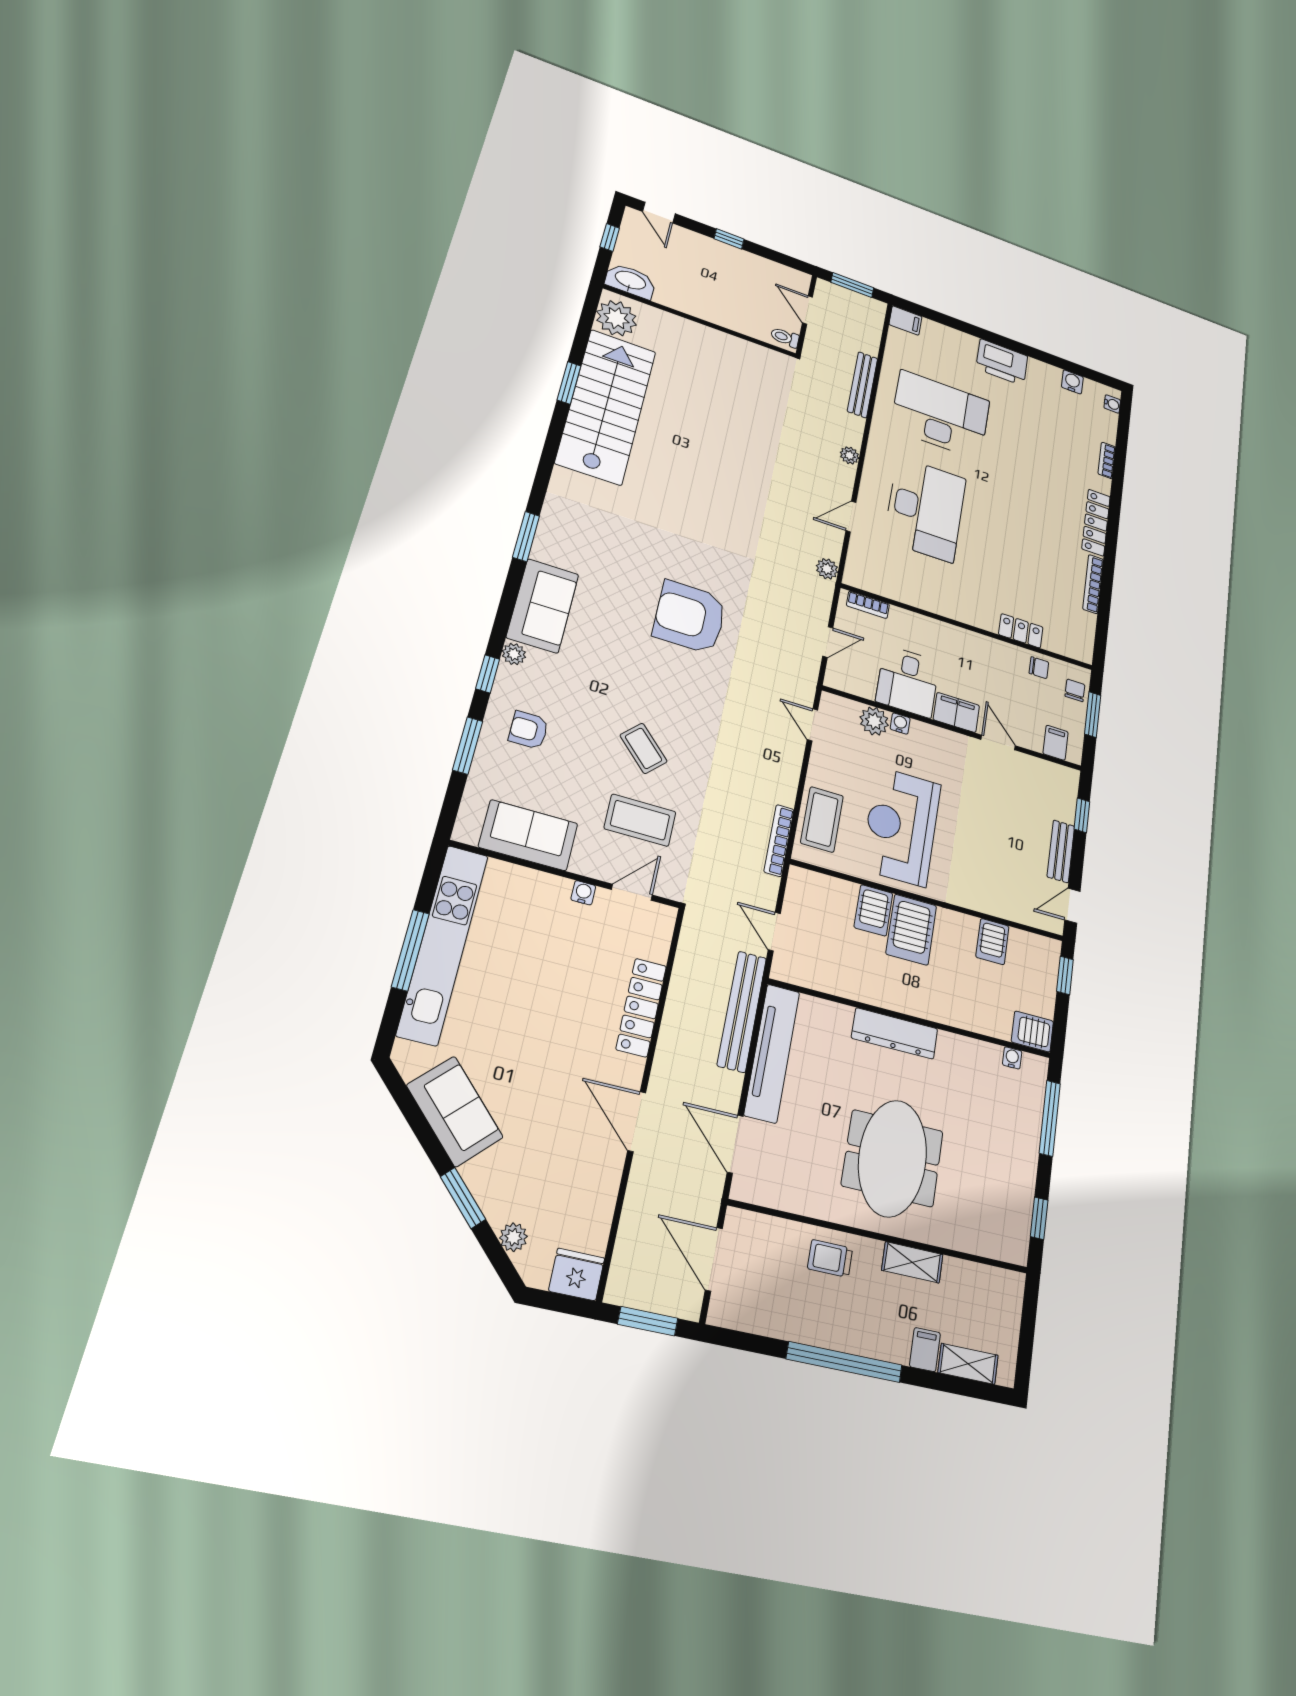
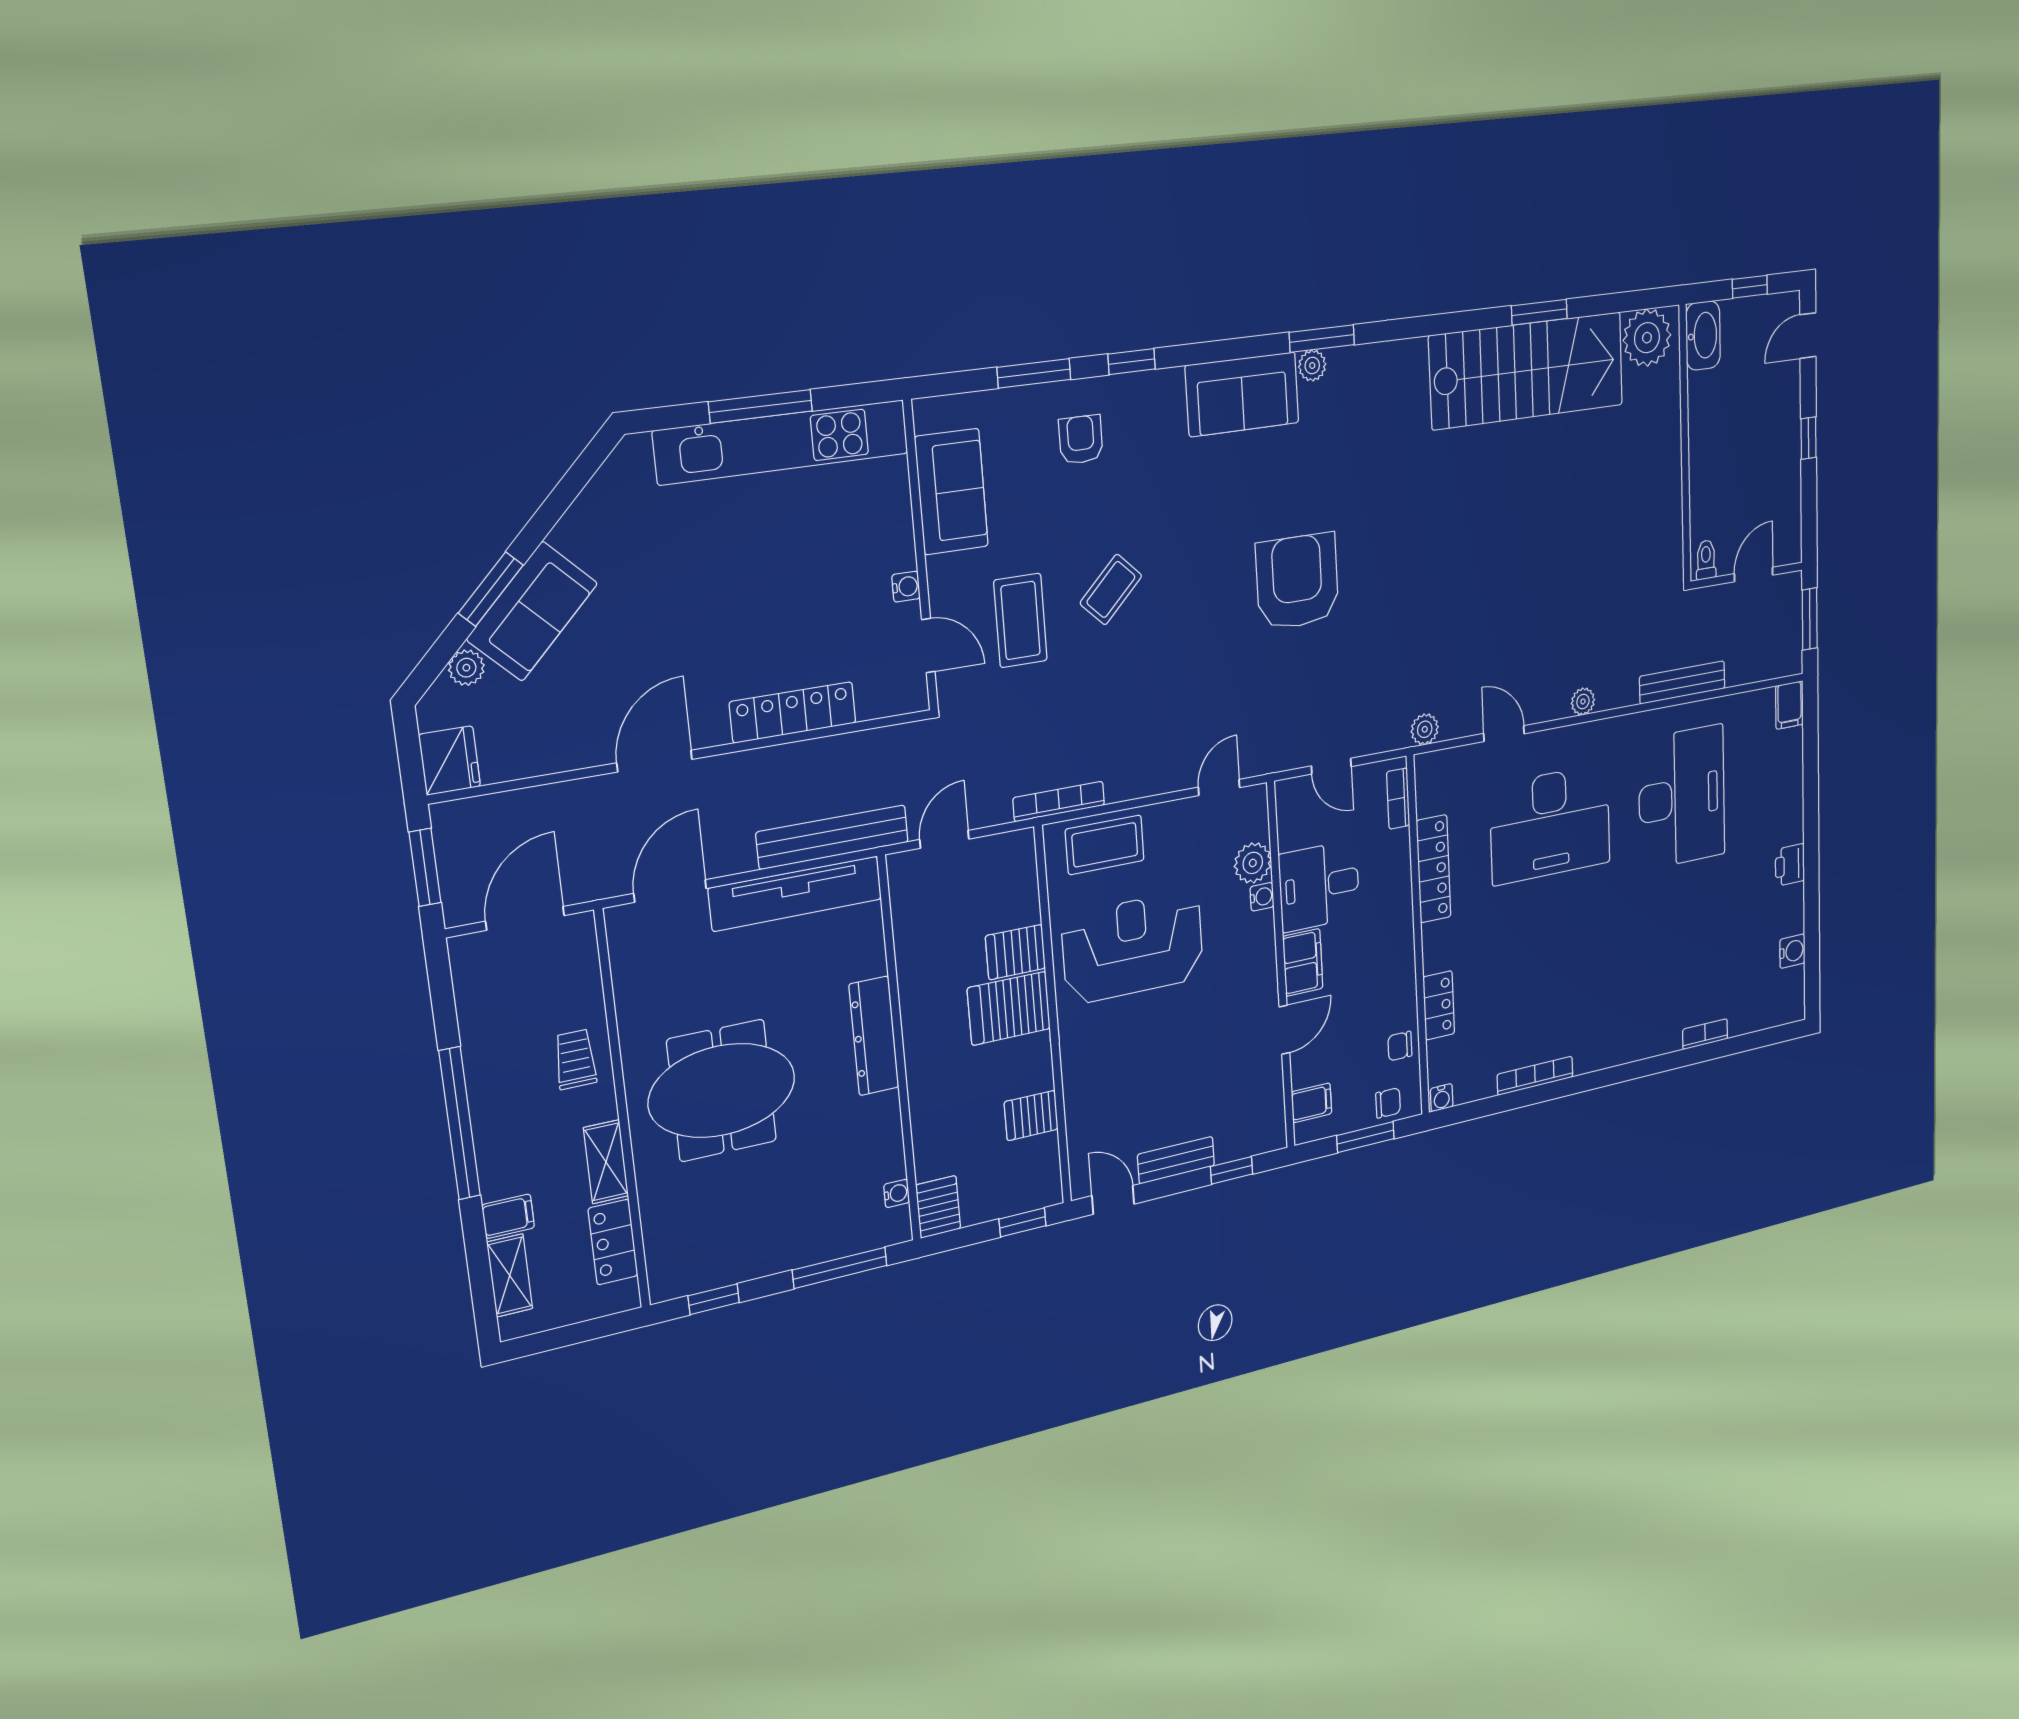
printer: (1002, 362) -> (1790, 865), width x0.53, depth x0.68
water cooler: (1112, 404) -> (1442, 1098), moved
locker: (1096, 523) -> (1434, 869), moved, turned 90
plant: (514, 654) -> (1312, 366), moved
chair: (1039, 668) -> (1400, 1046), turned 90
sofa: (455, 1111) -> (532, 611), moved
locker: (972, 1278) -> (613, 1242), added

